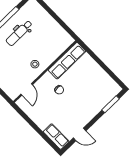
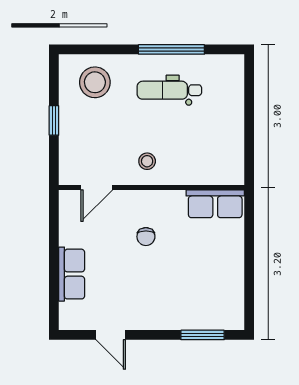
row of seats: (67, 61) -> (215, 204), width x0.68
row of seats: (56, 137) -> (72, 274), moved

